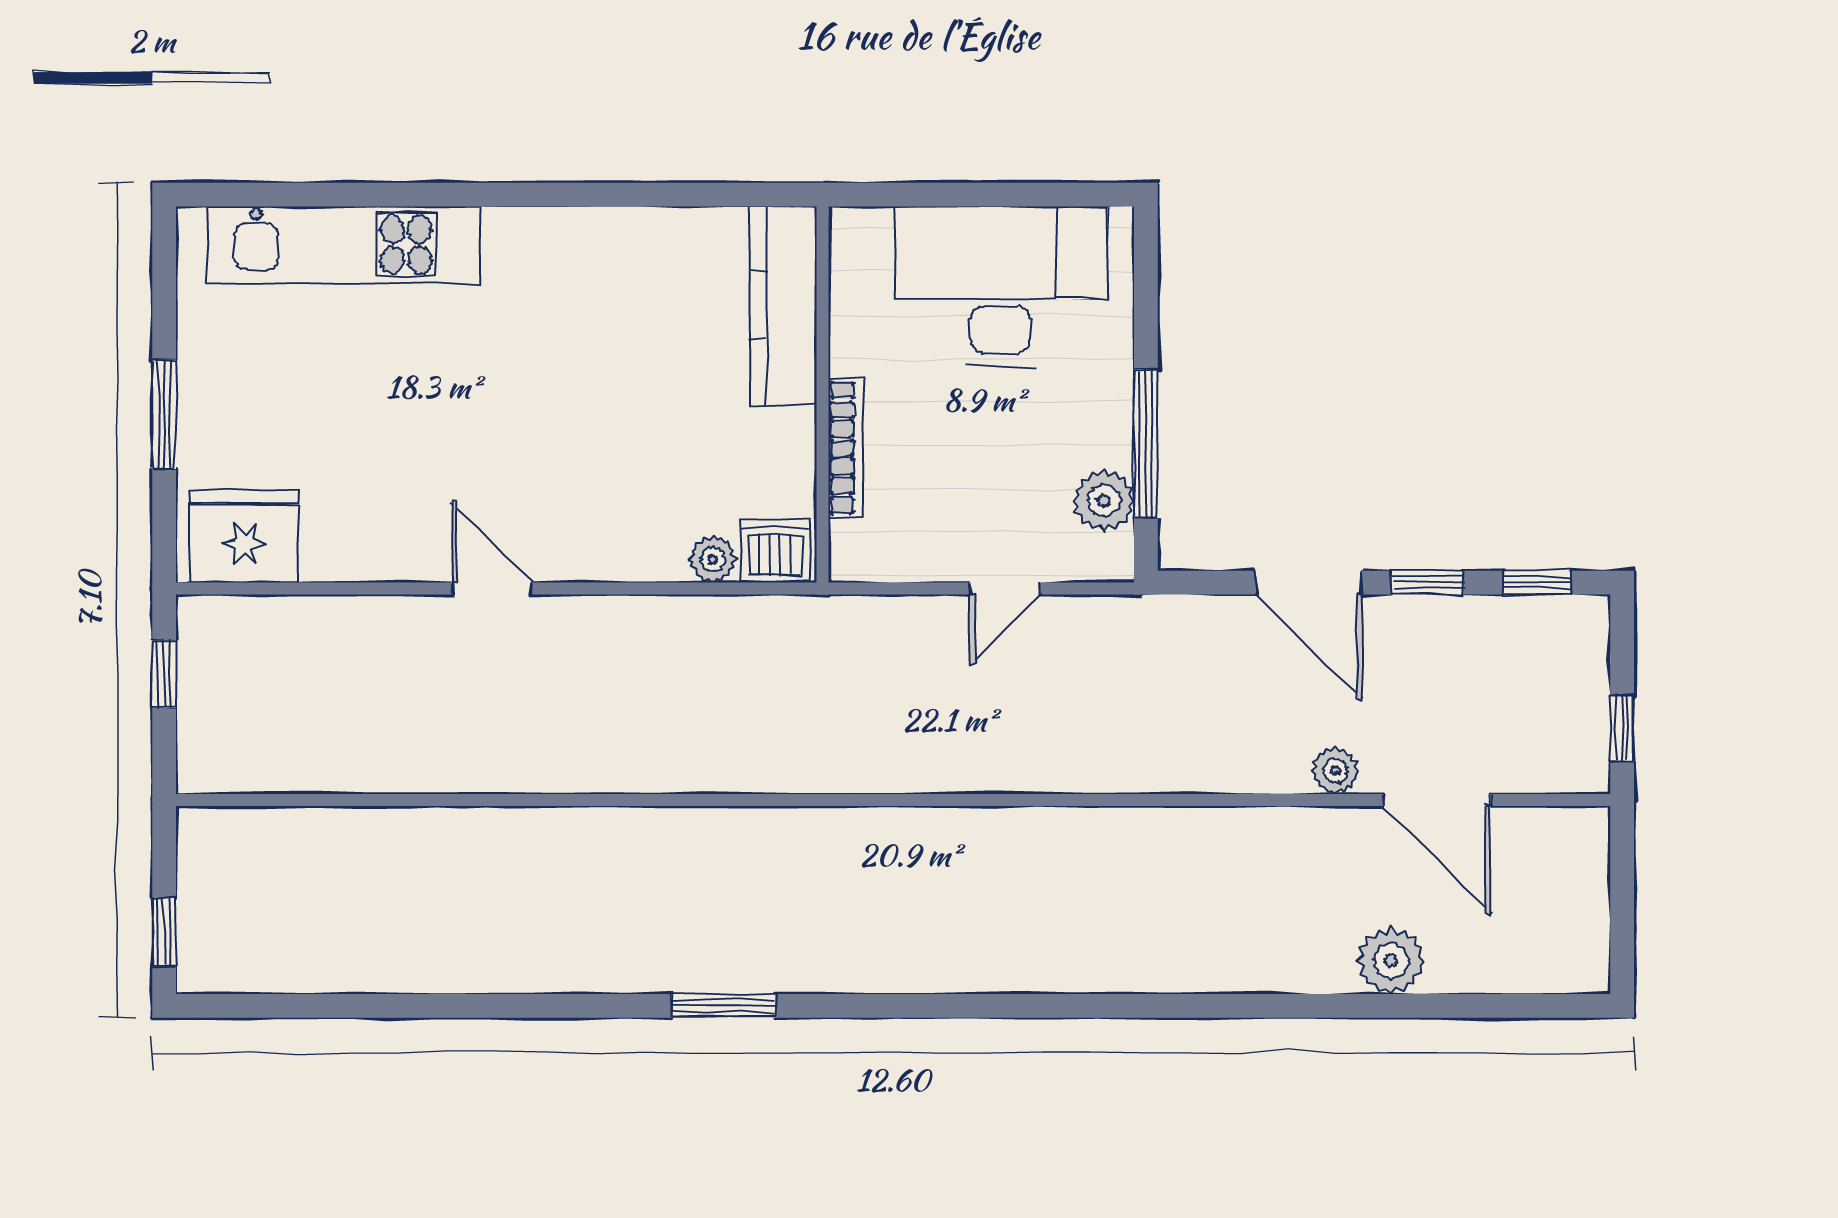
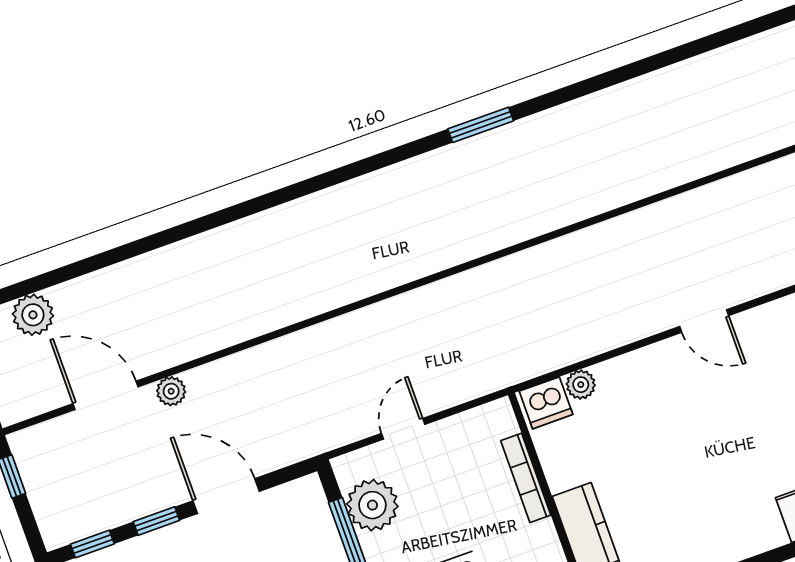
plant: (1104, 501) -> (372, 505), width x1.36, depth x1.36
plant: (1391, 961) -> (33, 315), moved

